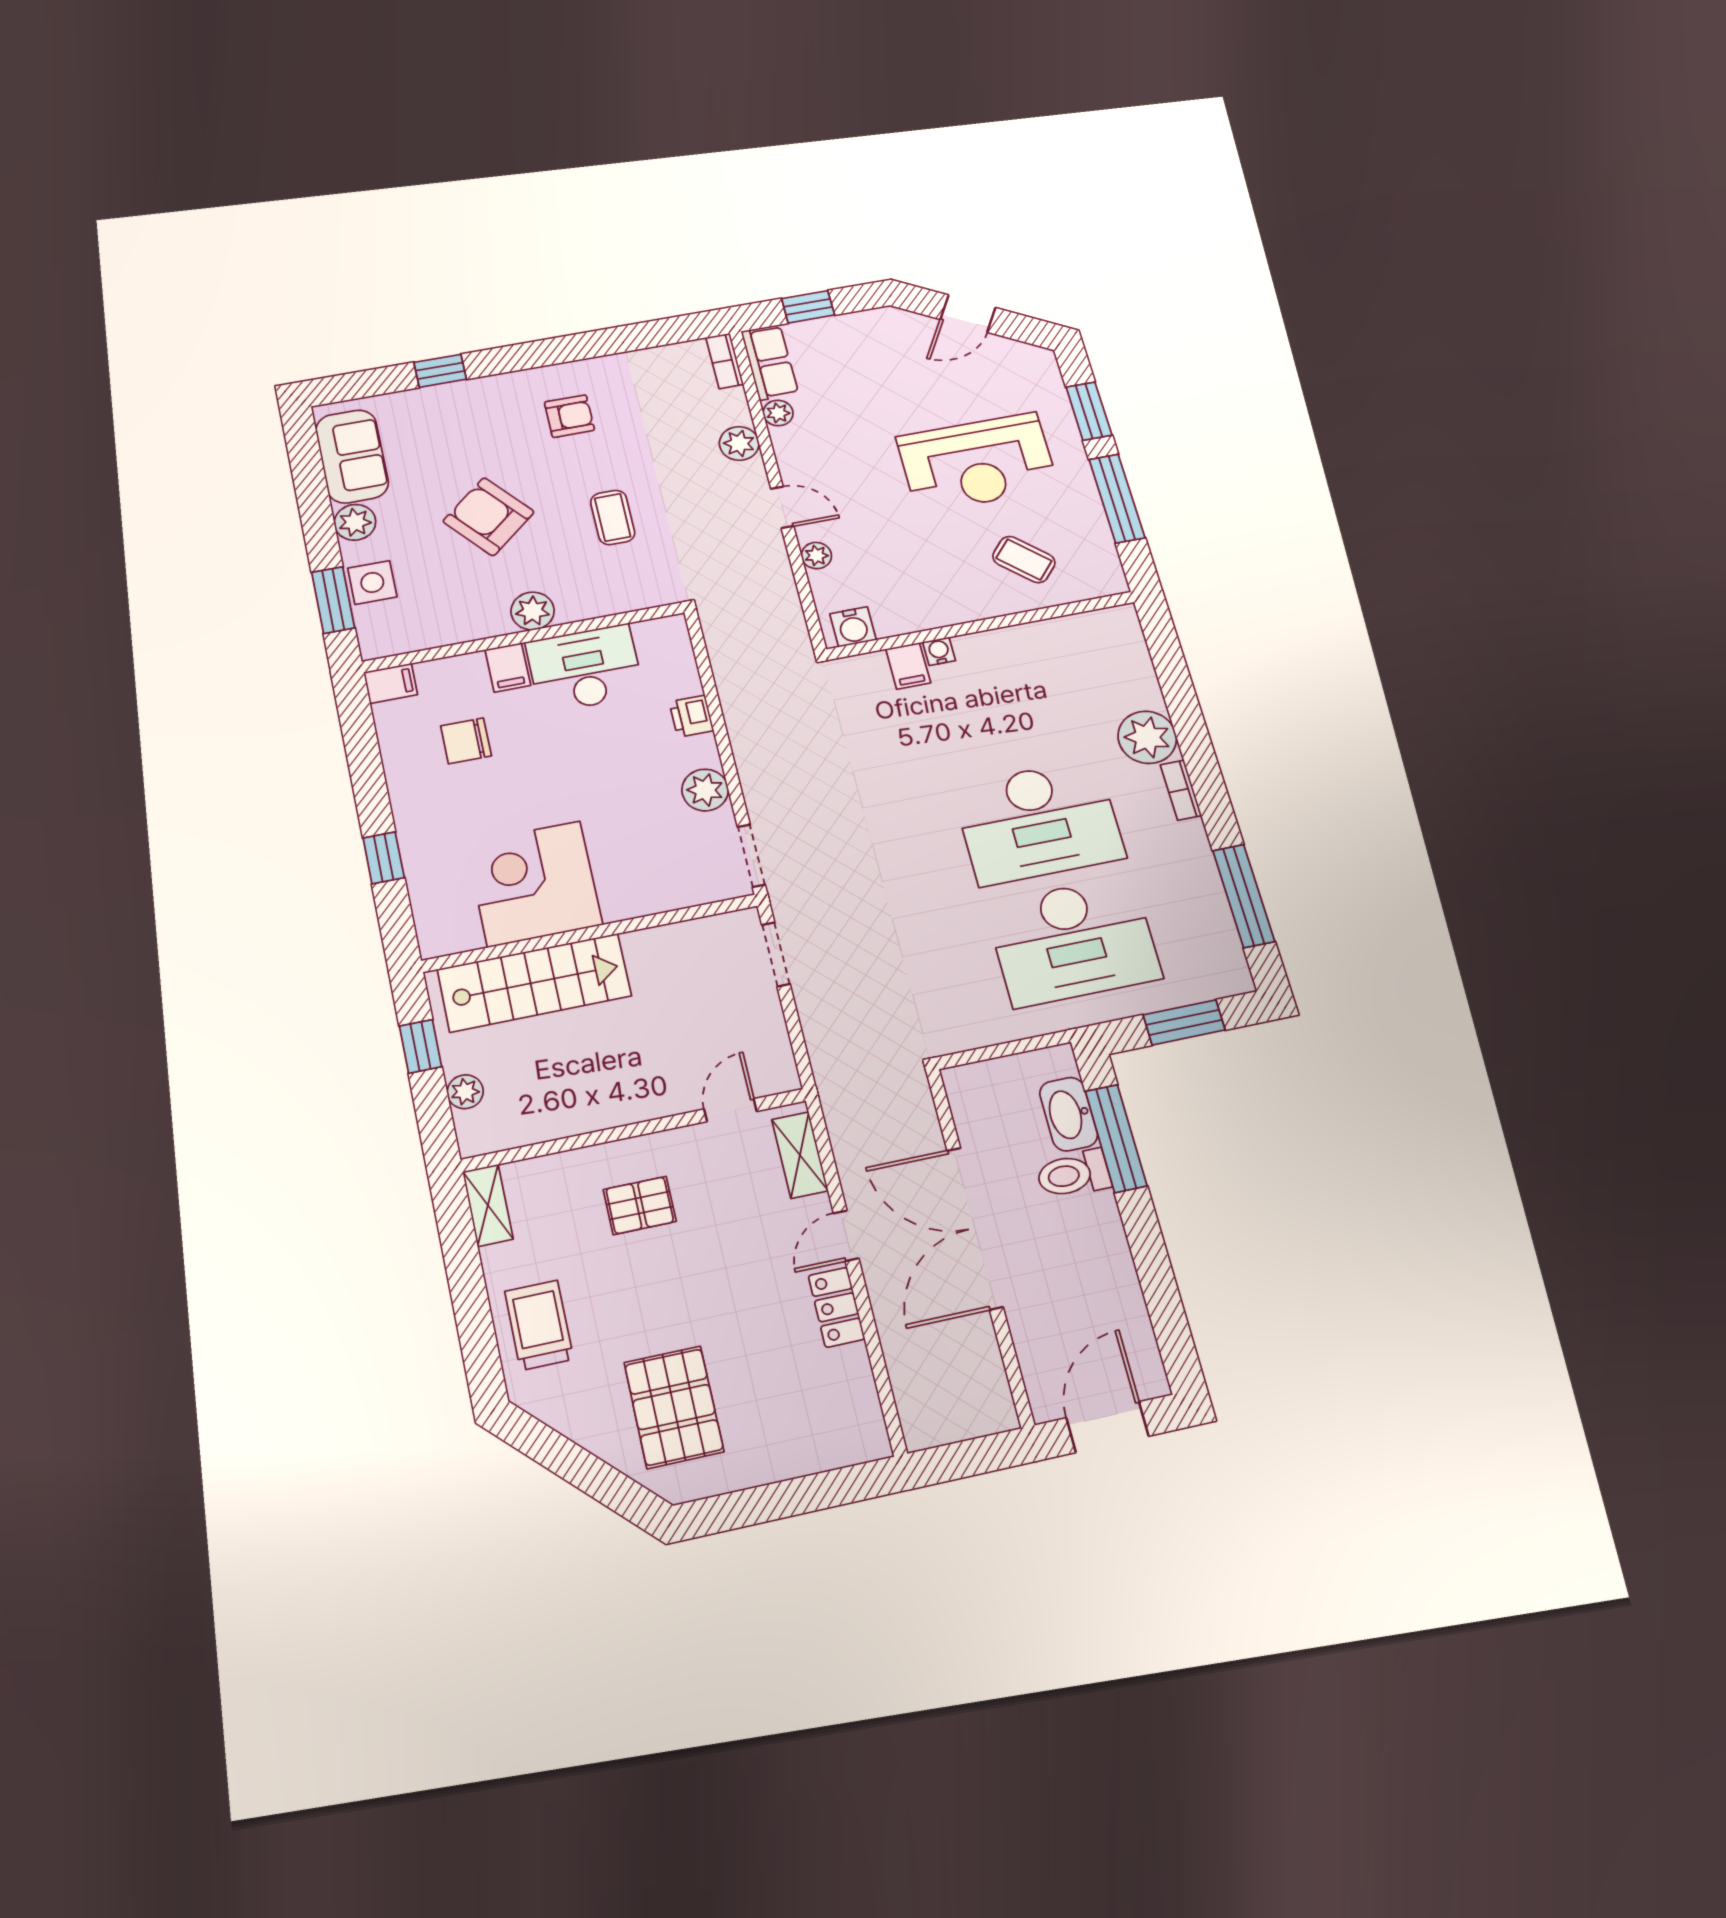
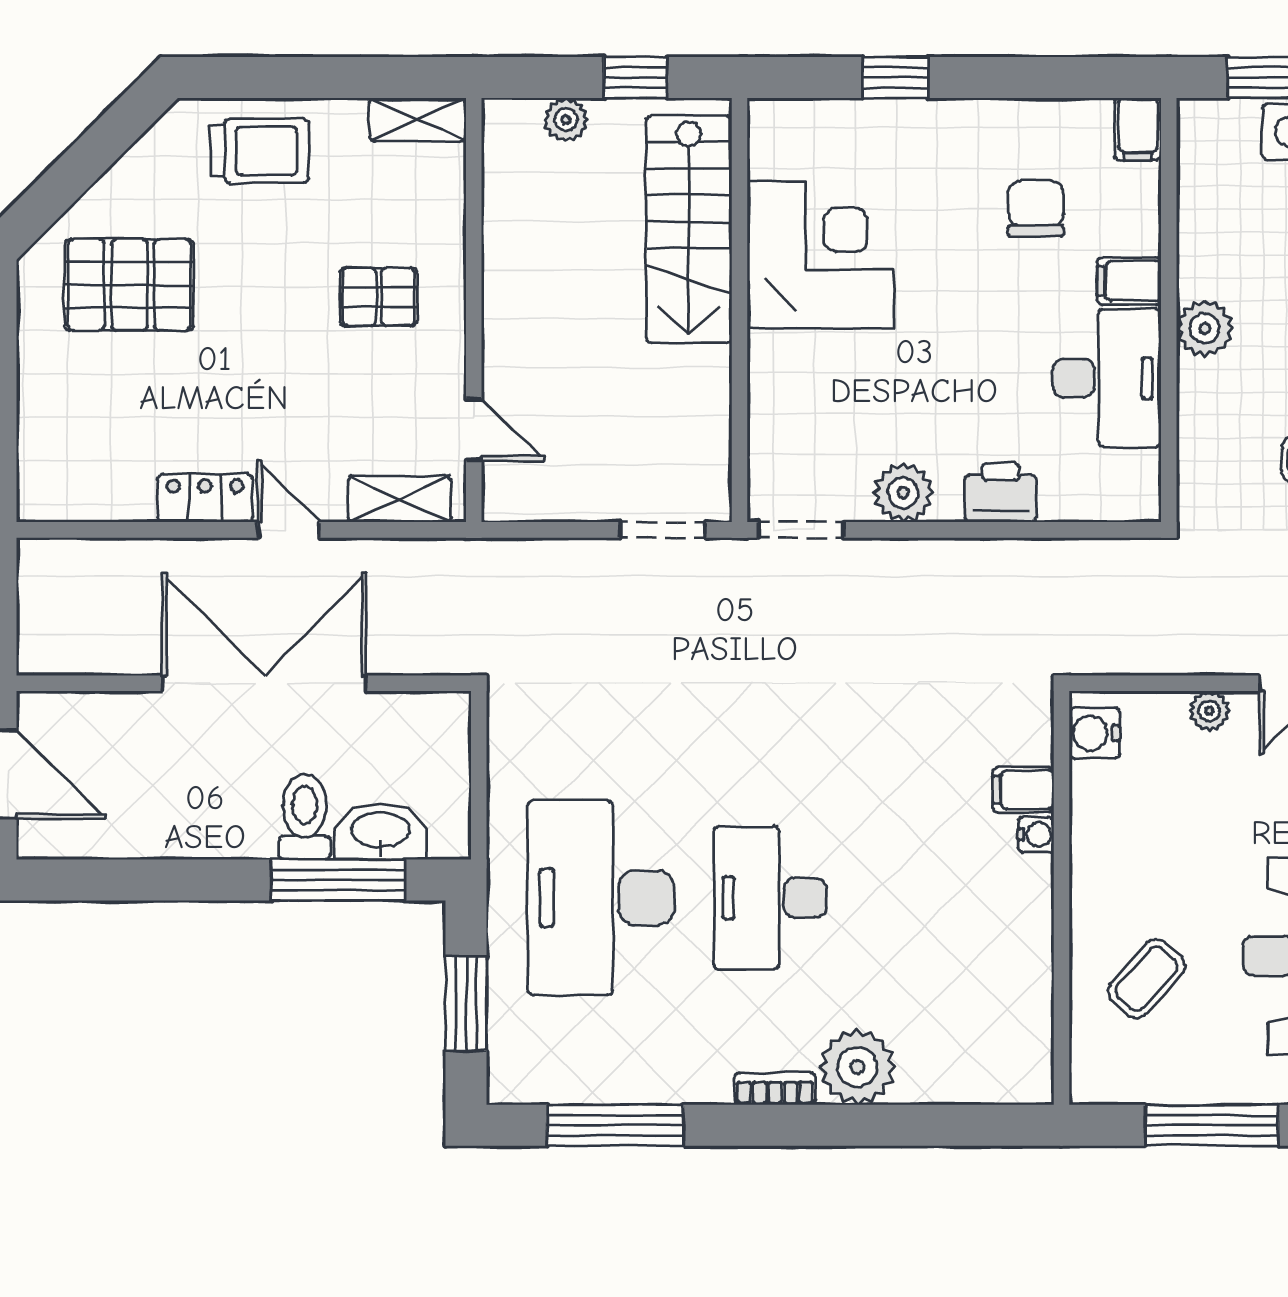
printer: (691, 716) -> (1001, 492), width x1.36, depth x1.24
desk: (1038, 822) -> (770, 898), width x0.73, depth x0.77
pallet: (640, 1205) -> (379, 297), turned 90

